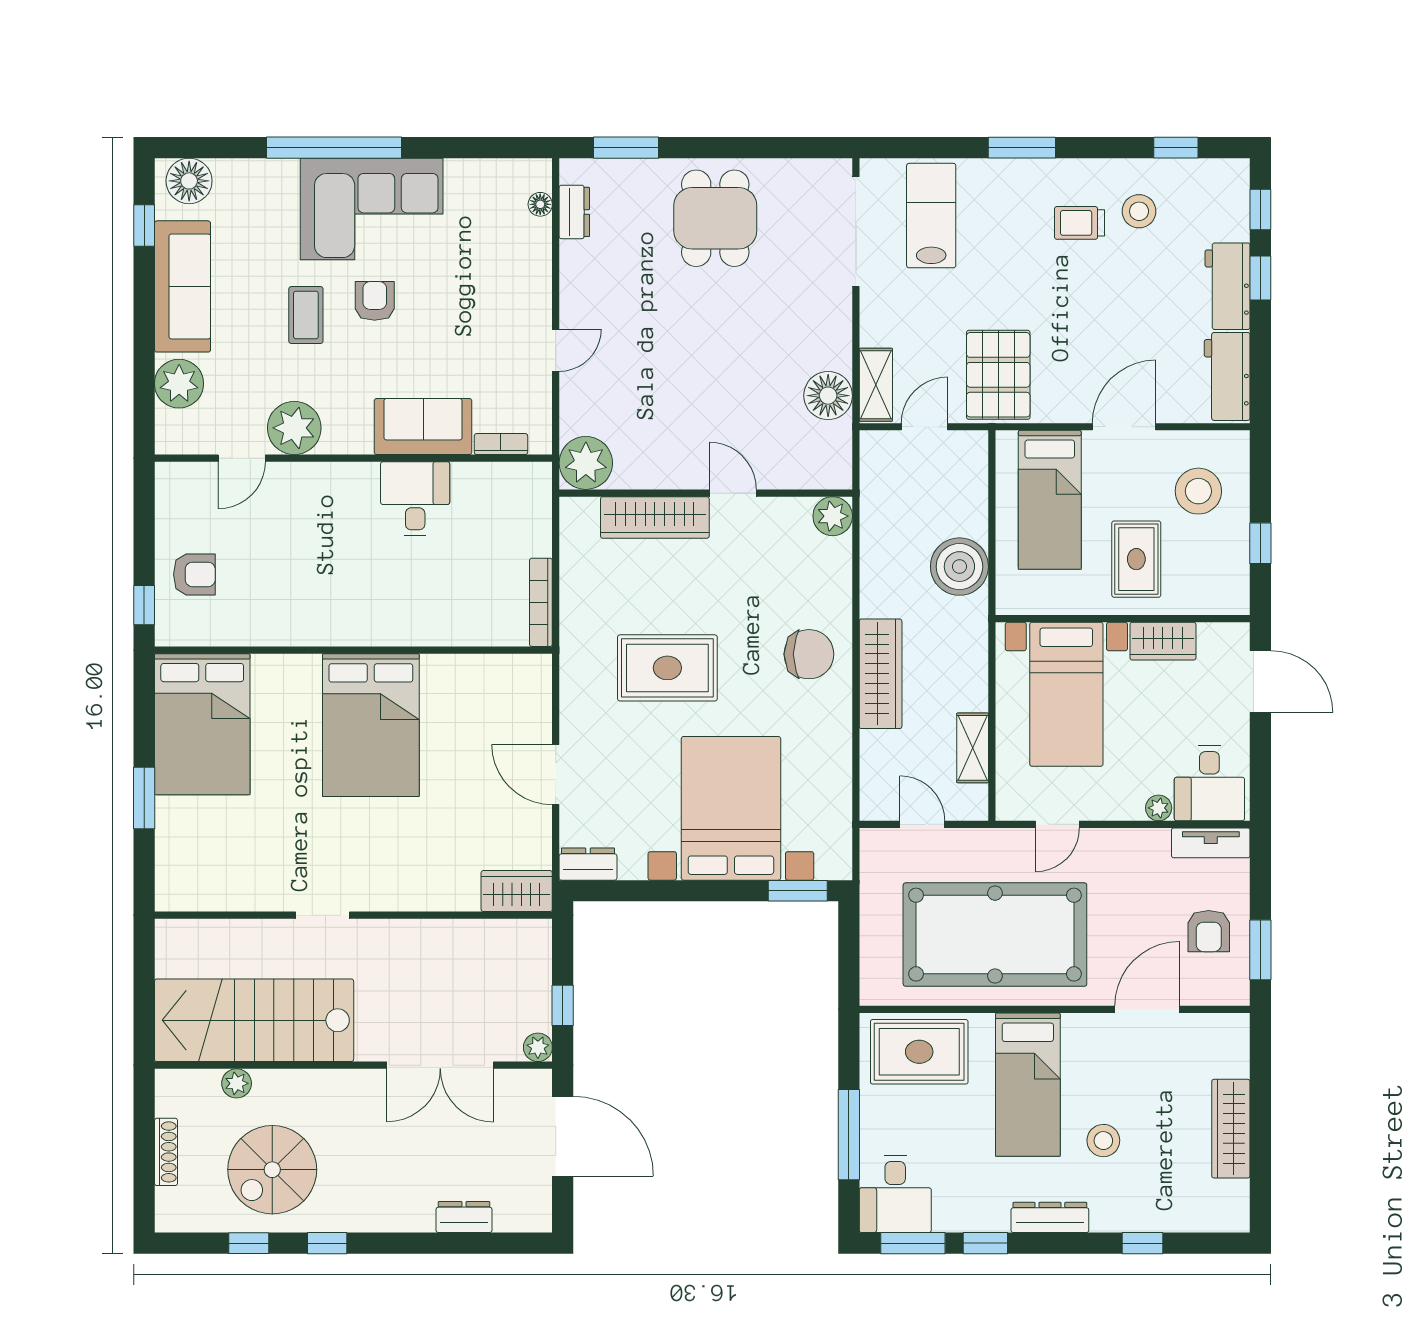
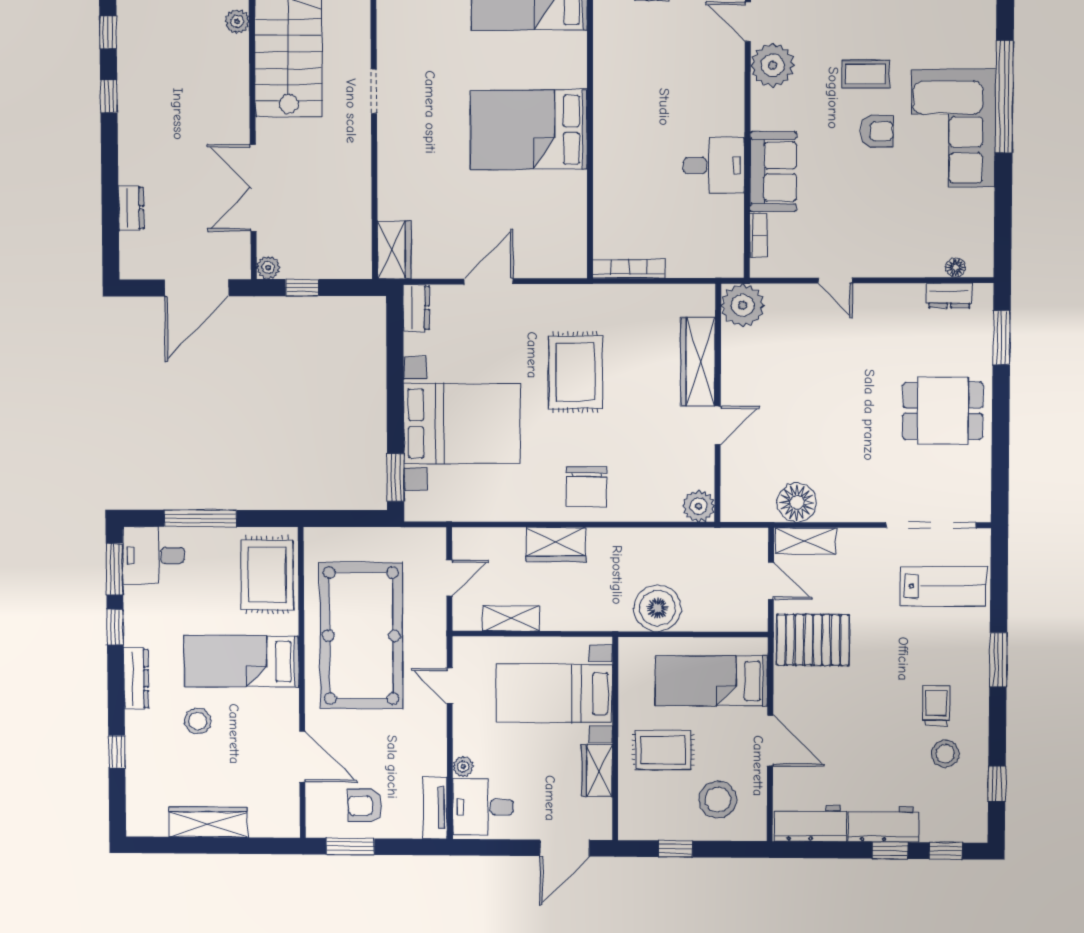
wardrobe: (881, 674) -> (556, 544), width x0.67
spiral stairs: (272, 1170) -> (168, 51), removed

